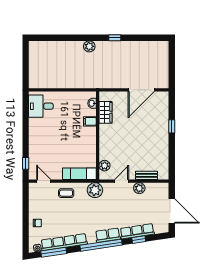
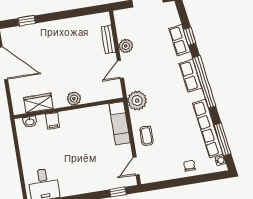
window: (172, 126) -> (27, 21), moved
plant: (105, 166) -> (74, 99), moved
door: (122, 181) -> (120, 69), hinge flipped
row of seats: (137, 231) -> (180, 40), width x0.68

